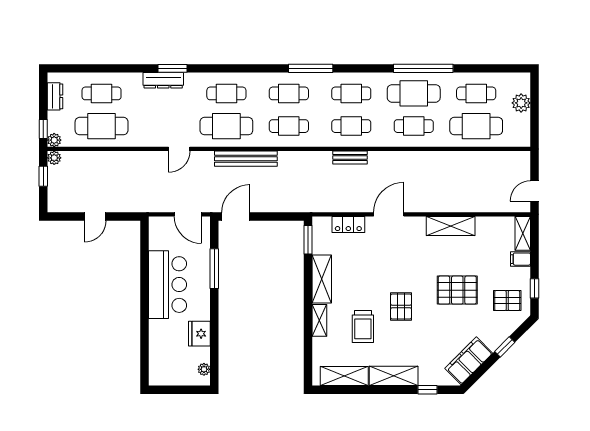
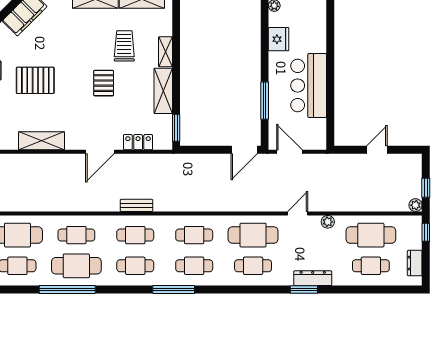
plant: (54, 140) -> (328, 222), moved
bench: (246, 159) -> (235, 204), removed
pallet: (401, 306) -> (104, 83), moved

